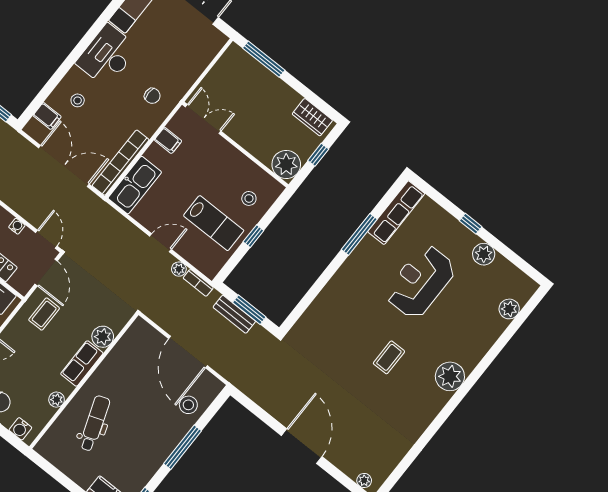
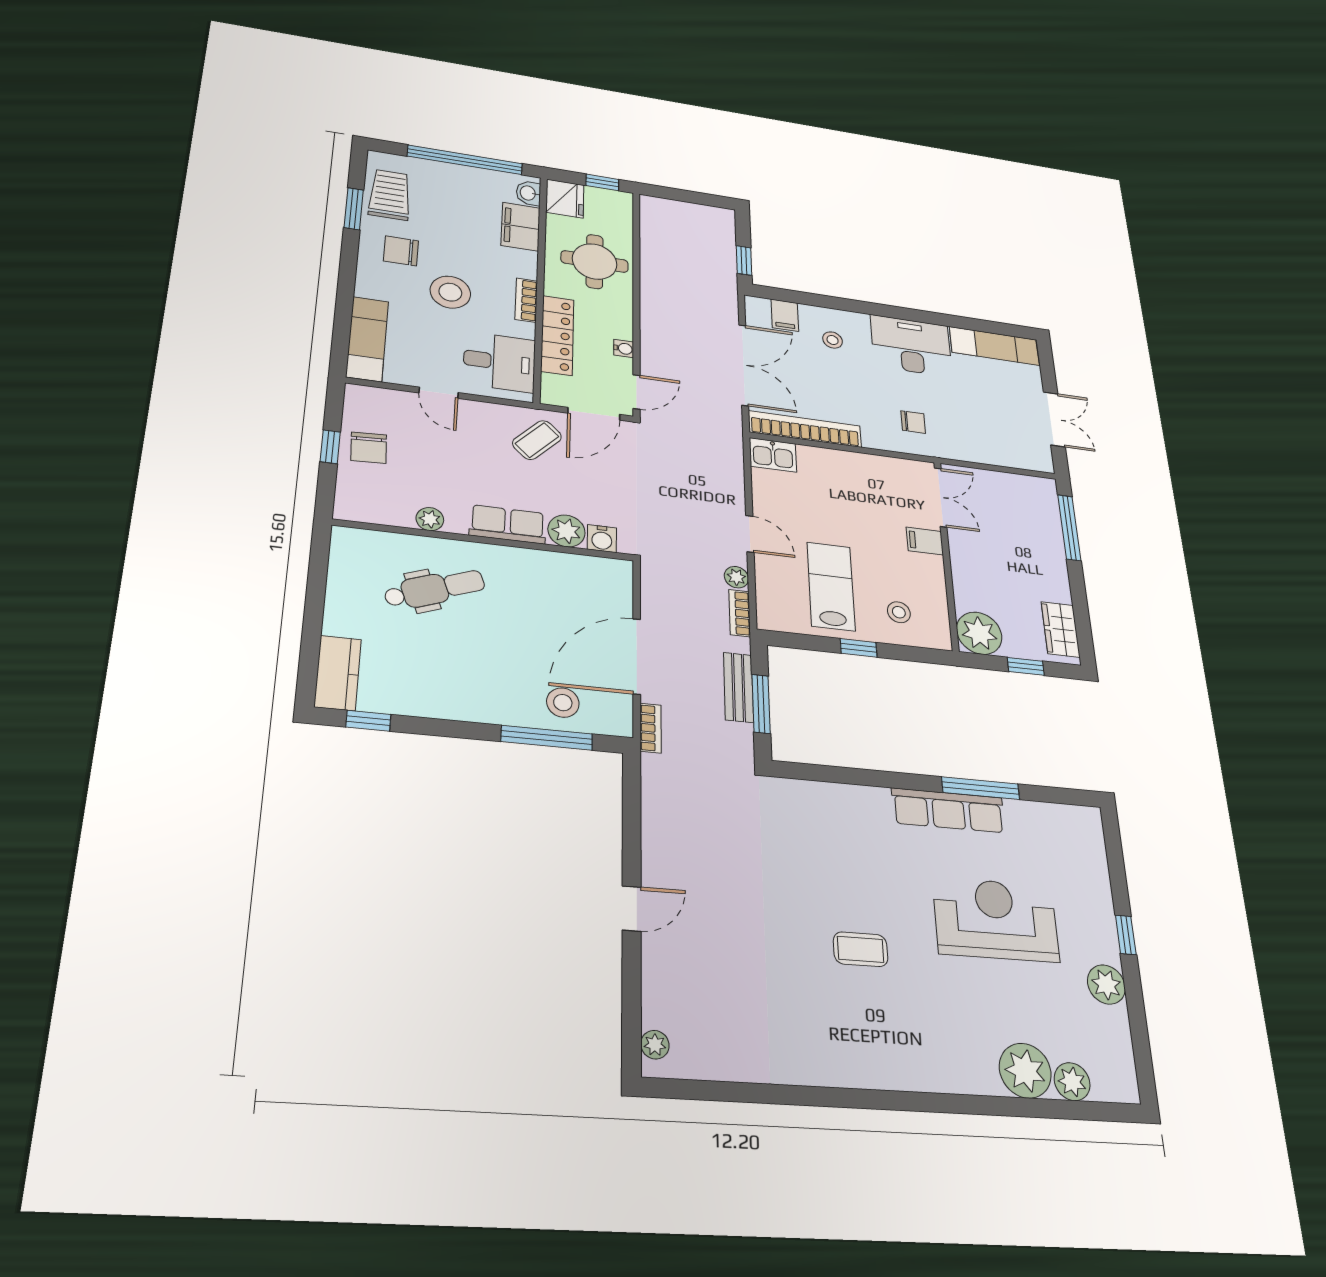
chair: (152, 96) -> (913, 422), turned -90
filing cabinet: (168, 140) -> (925, 541), moved, turned 90
kitchen sink: (135, 185) -> (773, 455), width x0.53, depth x0.81
row of seats: (396, 213) -> (948, 810), moved
lab bench: (214, 223) -> (831, 586), turned 180
coffee table: (44, 314) -> (537, 440), turned -46
bookcase: (227, 373) -> (651, 728), added
plant: (450, 376) -> (1025, 1071), moved
water cooler: (20, 429) -> (602, 539), moved, turned -90
door: (302, 446) -> (632, 909), width x0.53
window: (183, 447) -> (547, 738), moved

